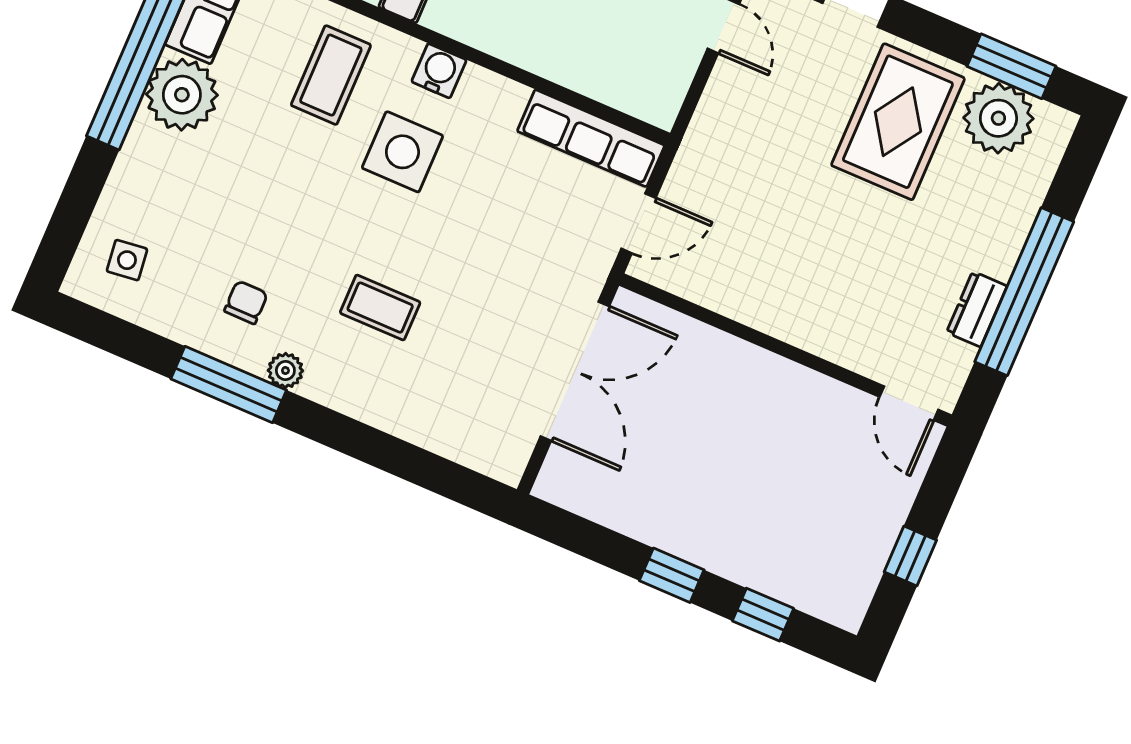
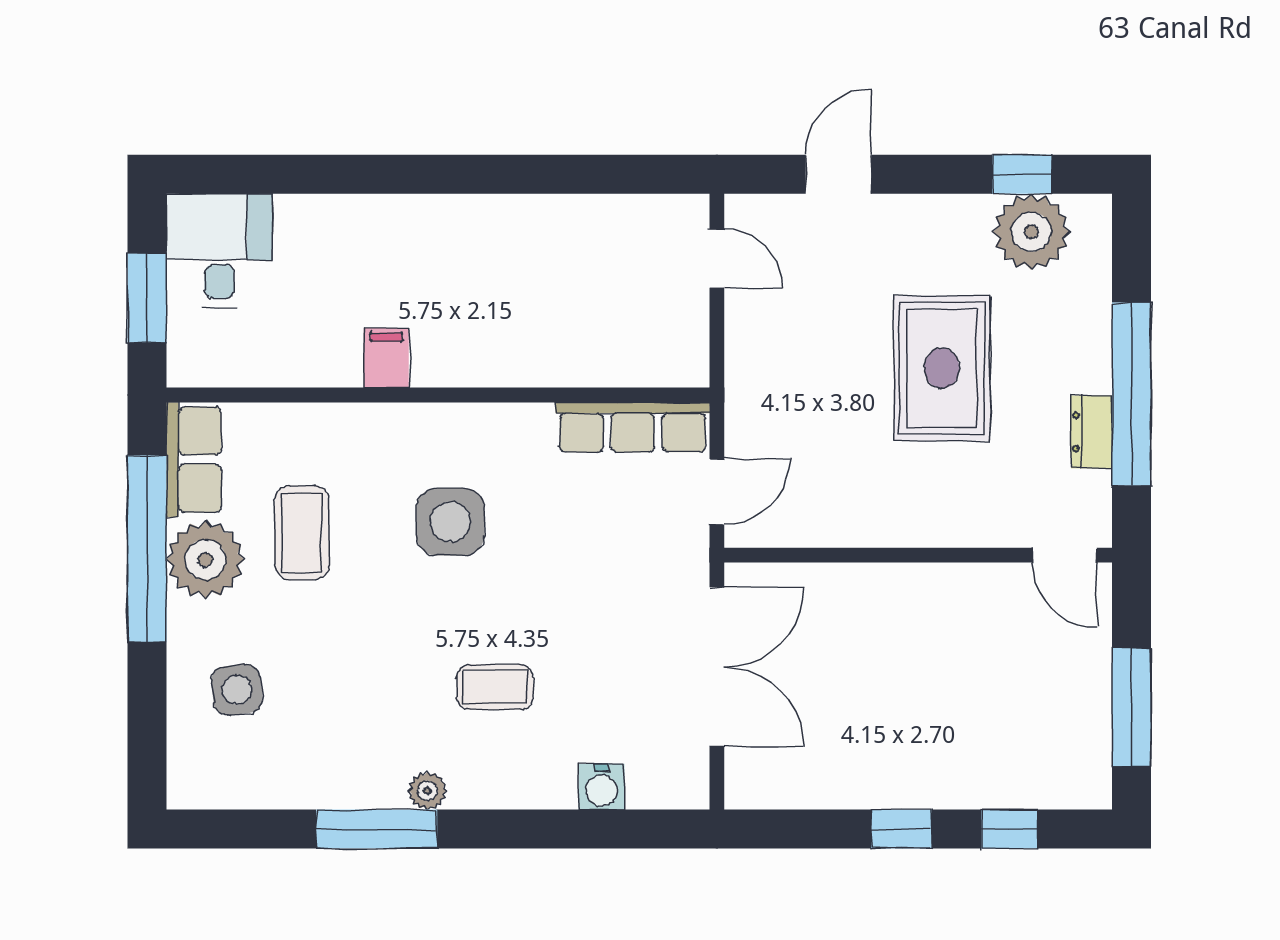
window: (1011, 66) -> (1022, 174), width x0.67
water cooler: (439, 71) -> (602, 787), moved, turned 180
coffee table: (331, 75) -> (302, 533), moved
rug: (898, 122) -> (942, 368), moved
side table: (127, 260) -> (237, 690), moved, width x1.37, depth x1.37
chair: (246, 302) -> (359, 740), removed
window: (910, 556) -> (1132, 707), width x2.17

